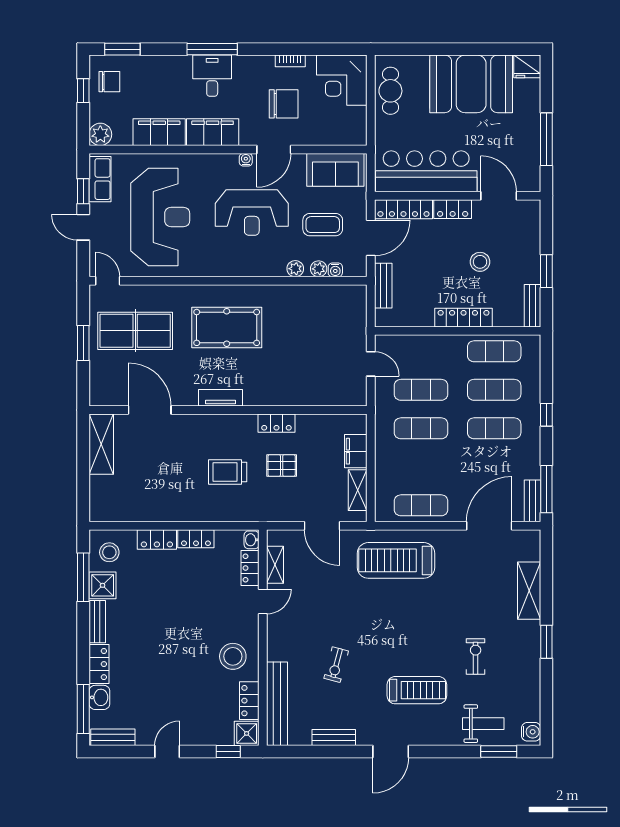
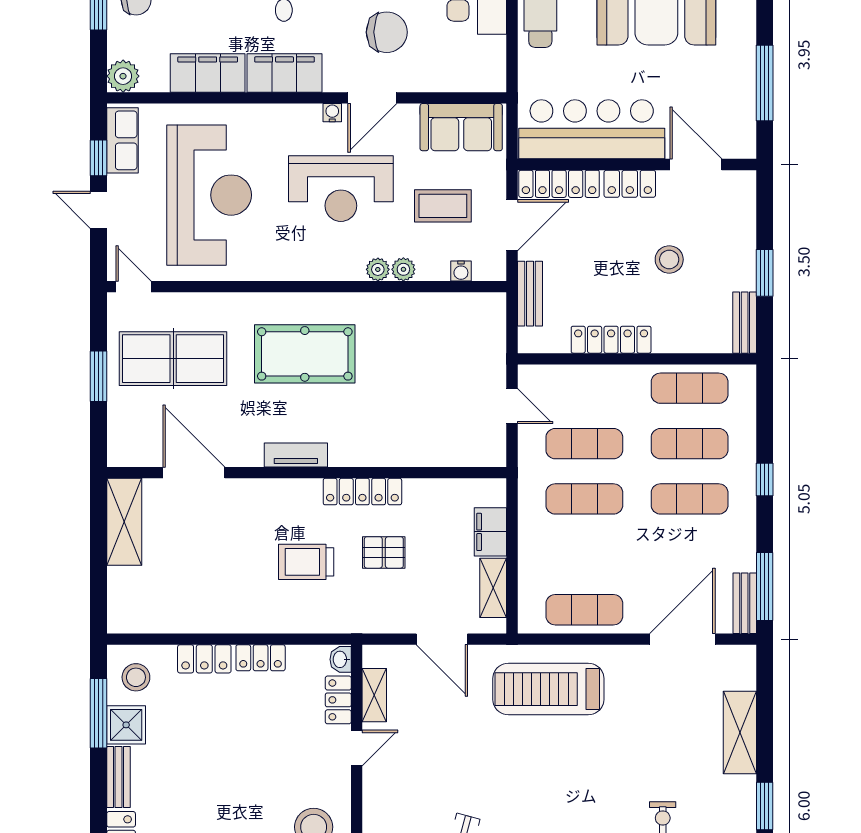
plant: (319, 269) -> (378, 269), moved
locker: (464, 318) -> (611, 340), moved
locker: (276, 423) -> (362, 492), width x1.53

